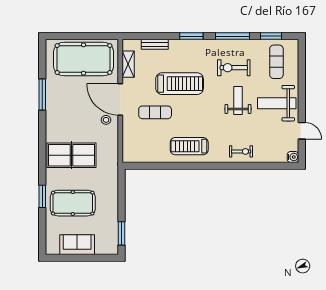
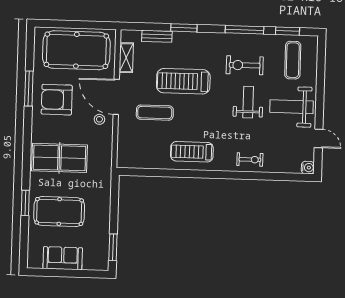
window: (191, 36) -> (184, 28), moved
treadmill: (180, 84) -> (183, 81), turned 180
armchair: (67, 104) -> (57, 100), added

